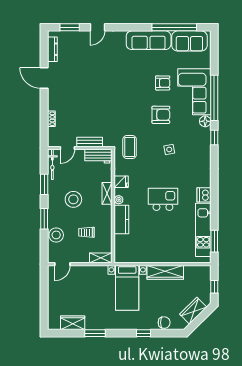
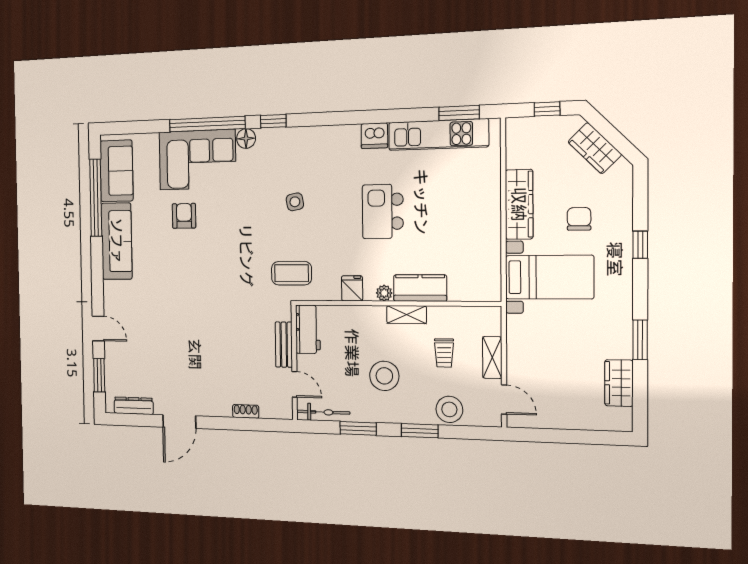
armchair: (161, 115) -> (236, 218), removed
shelving: (107, 193) -> (407, 315), moved
shelving: (101, 258) -> (492, 357), moved
chair: (164, 323) -> (579, 219), moved

